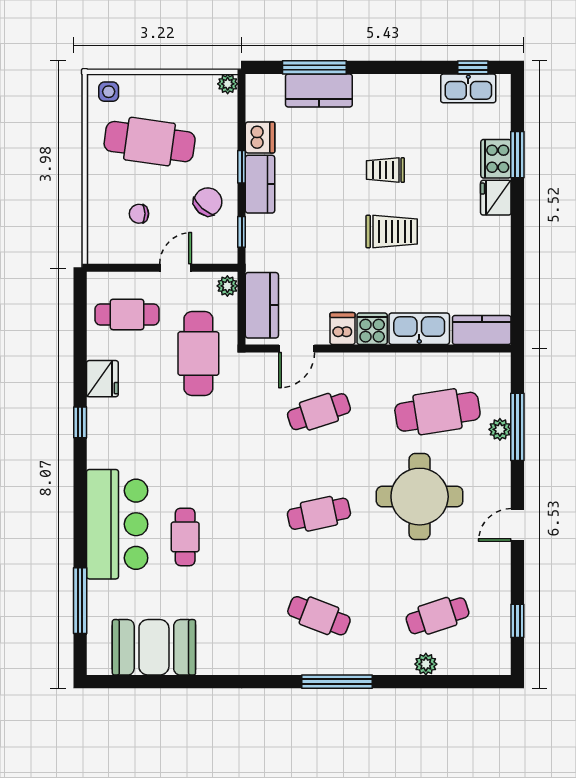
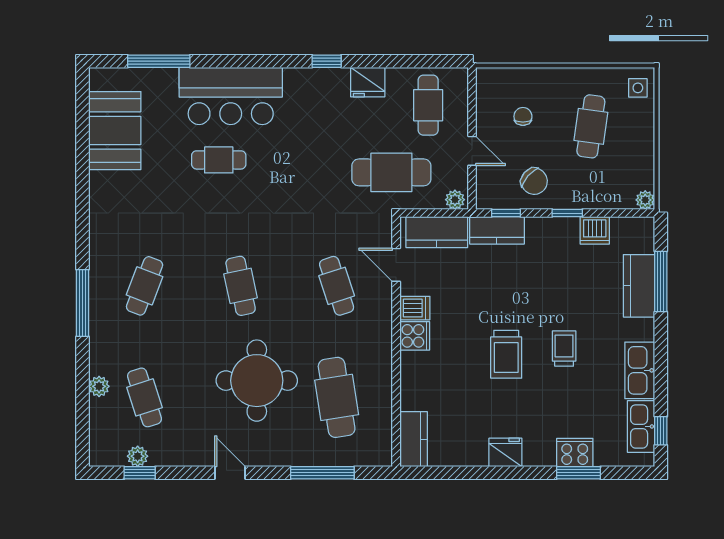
cafe table: (150, 142) -> (591, 126), width x0.73, depth x0.74
kitchen counter: (260, 184) -> (497, 230), moved
fridge: (496, 198) -> (505, 452), moved
kitchen sink: (419, 329) -> (640, 370), moved, turned 180
plant: (500, 429) -> (138, 456), moved

